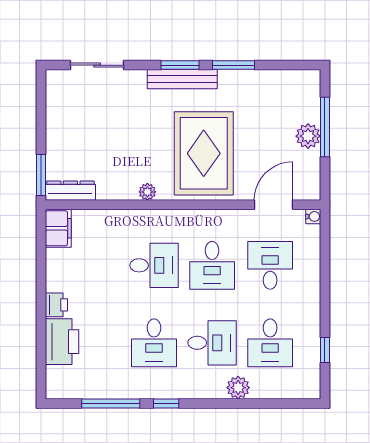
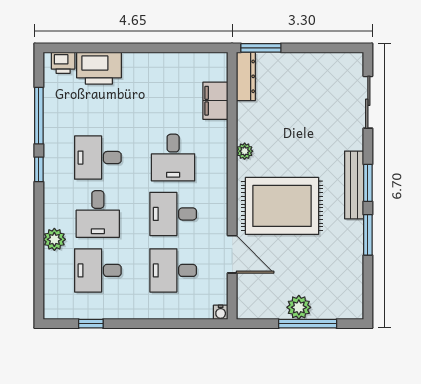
door: (274, 205) -> (232, 254), moved
filing cabinet: (58, 228) -> (215, 101), moved, turned 90
desk: (270, 265) -> (173, 270), turned 180
printer: (56, 305) -> (63, 63), moved

